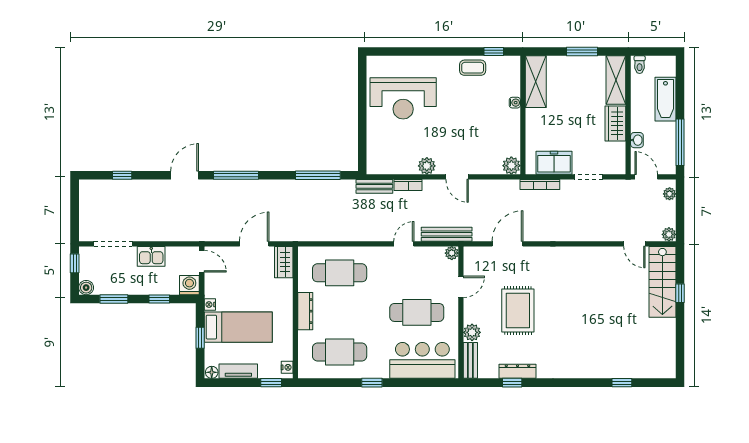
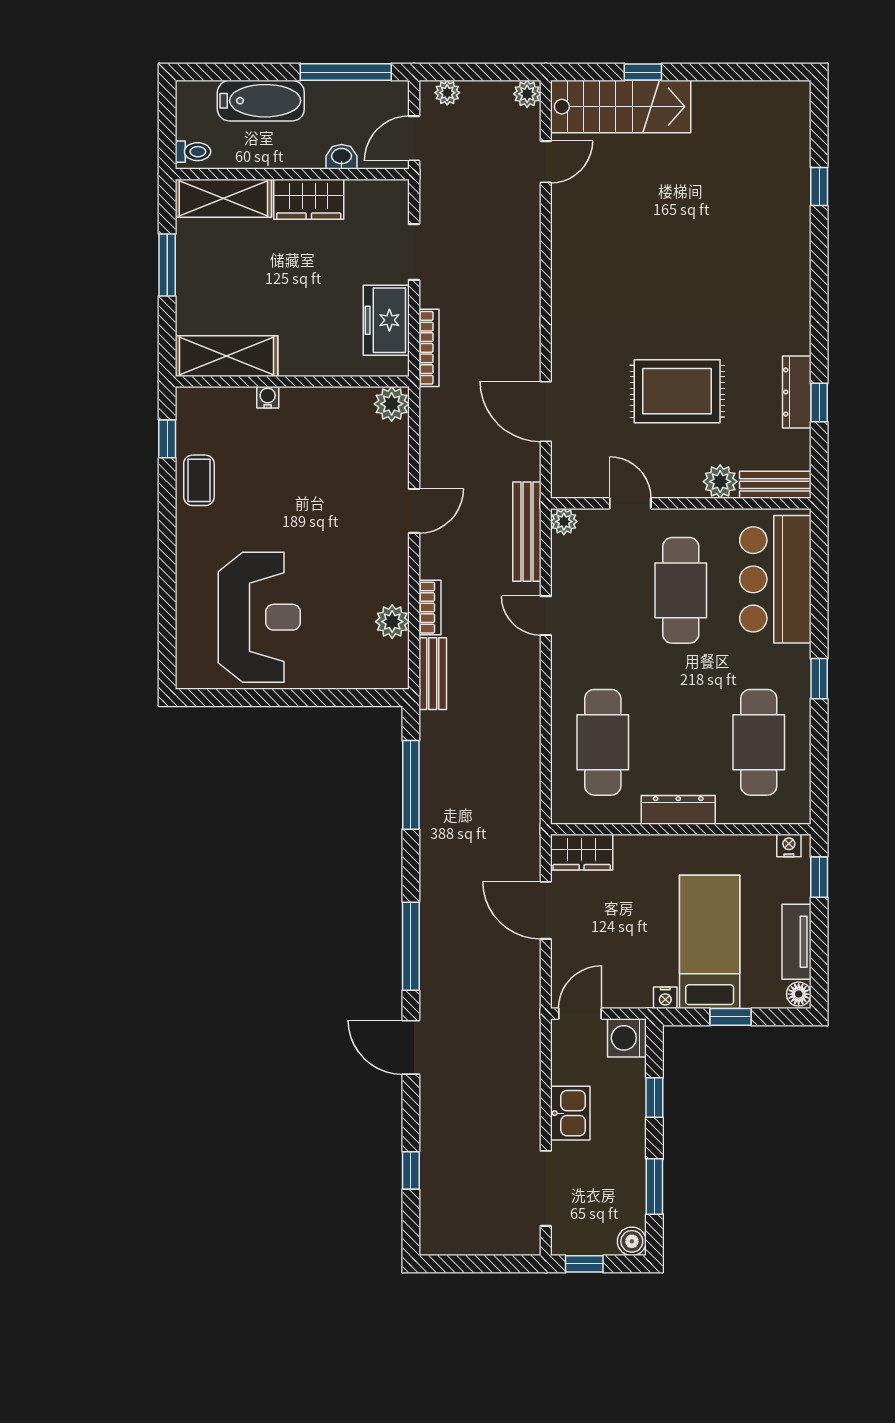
plant: (427, 166) -> (392, 622), moved

